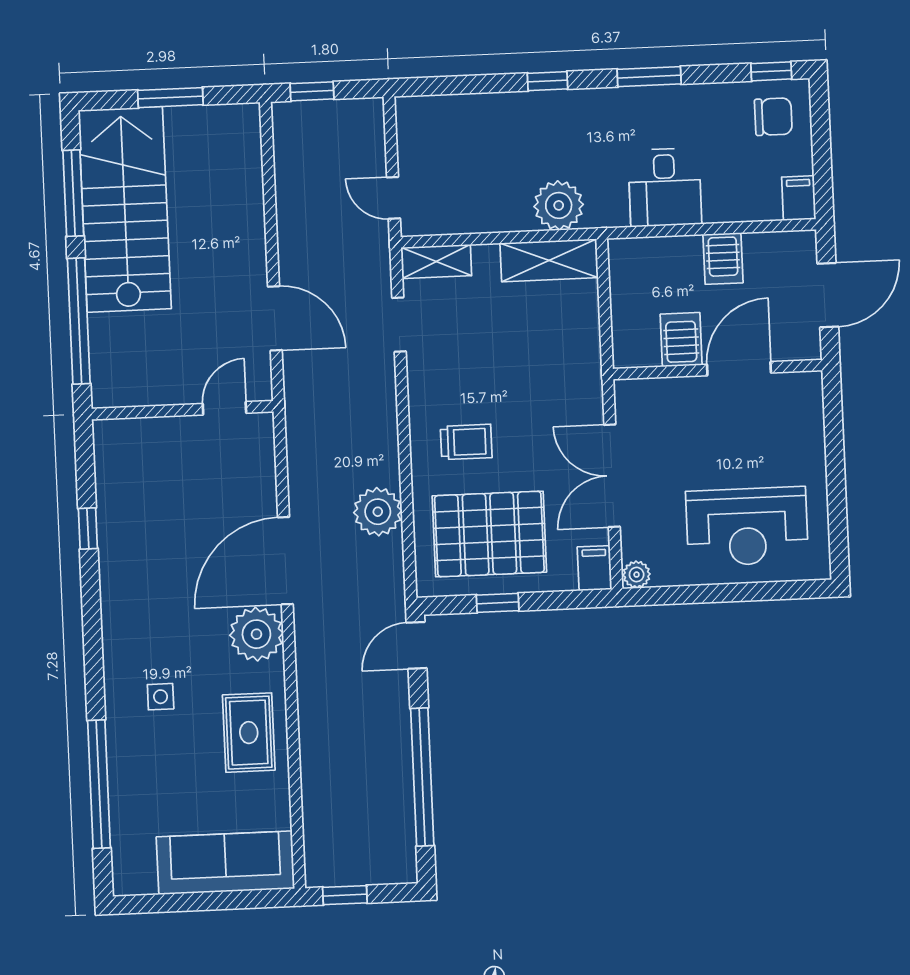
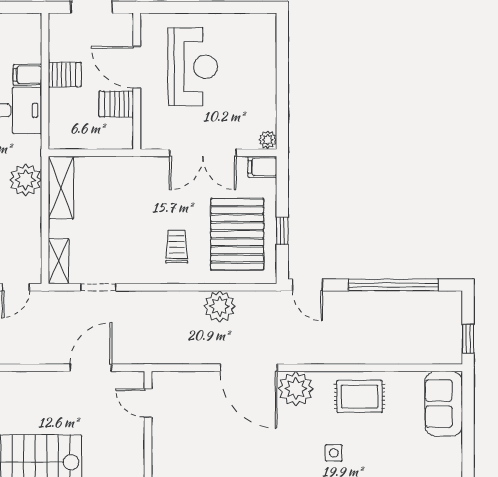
filing cabinet: (799, 198) -> (27, 75), moved
reception desk: (747, 527) -> (193, 67), moved
sofa: (225, 863) -> (444, 404), width x0.73

